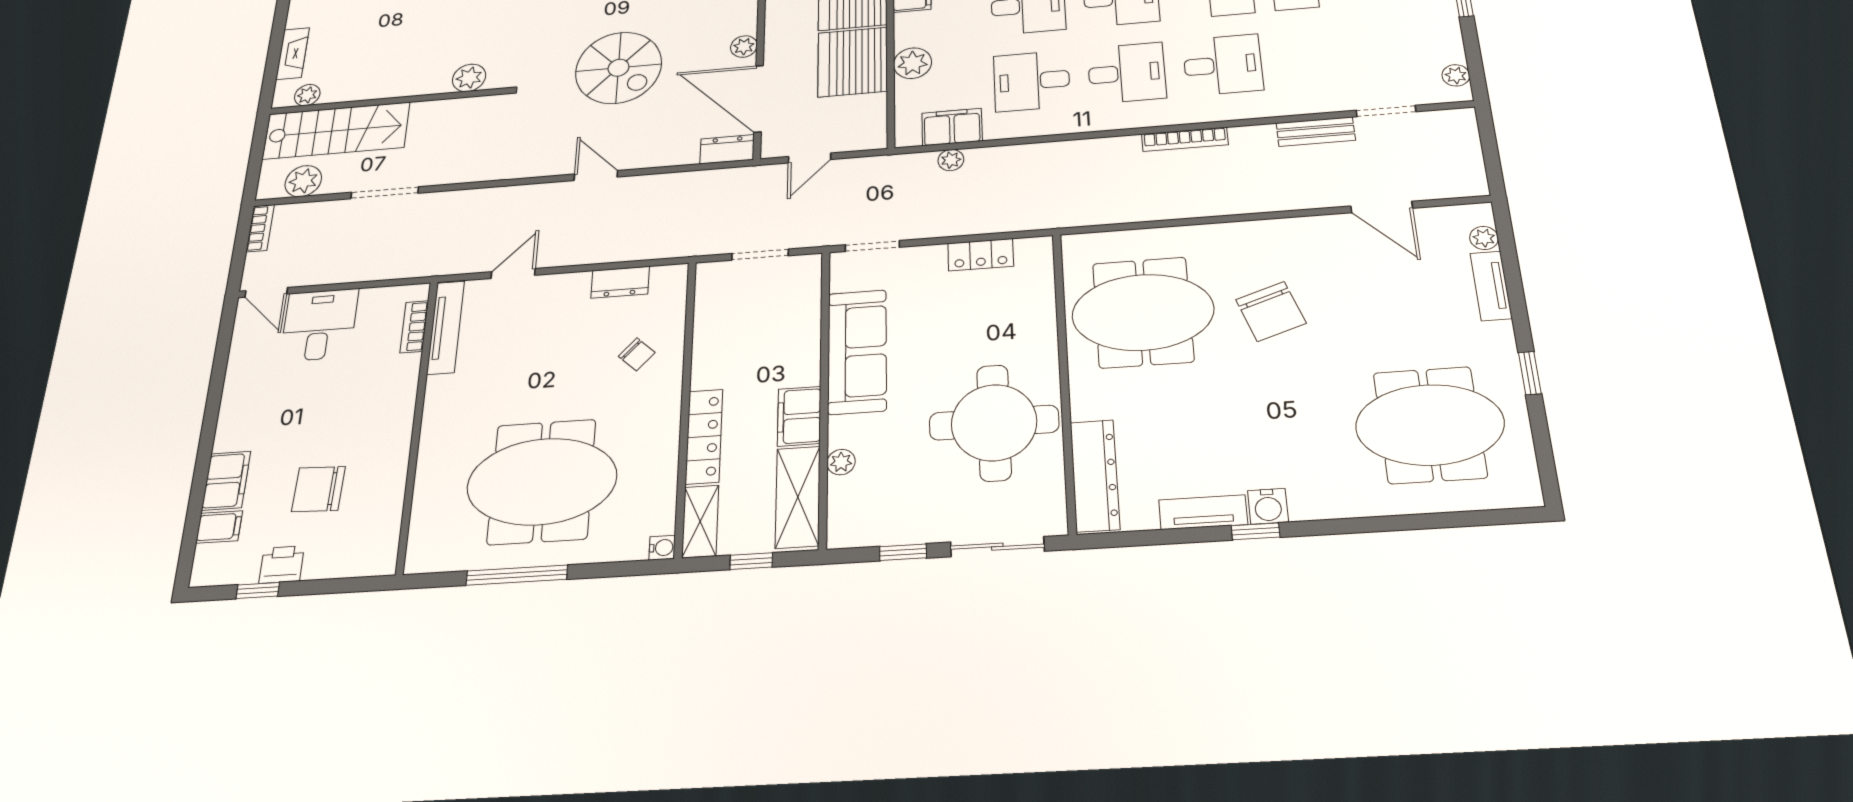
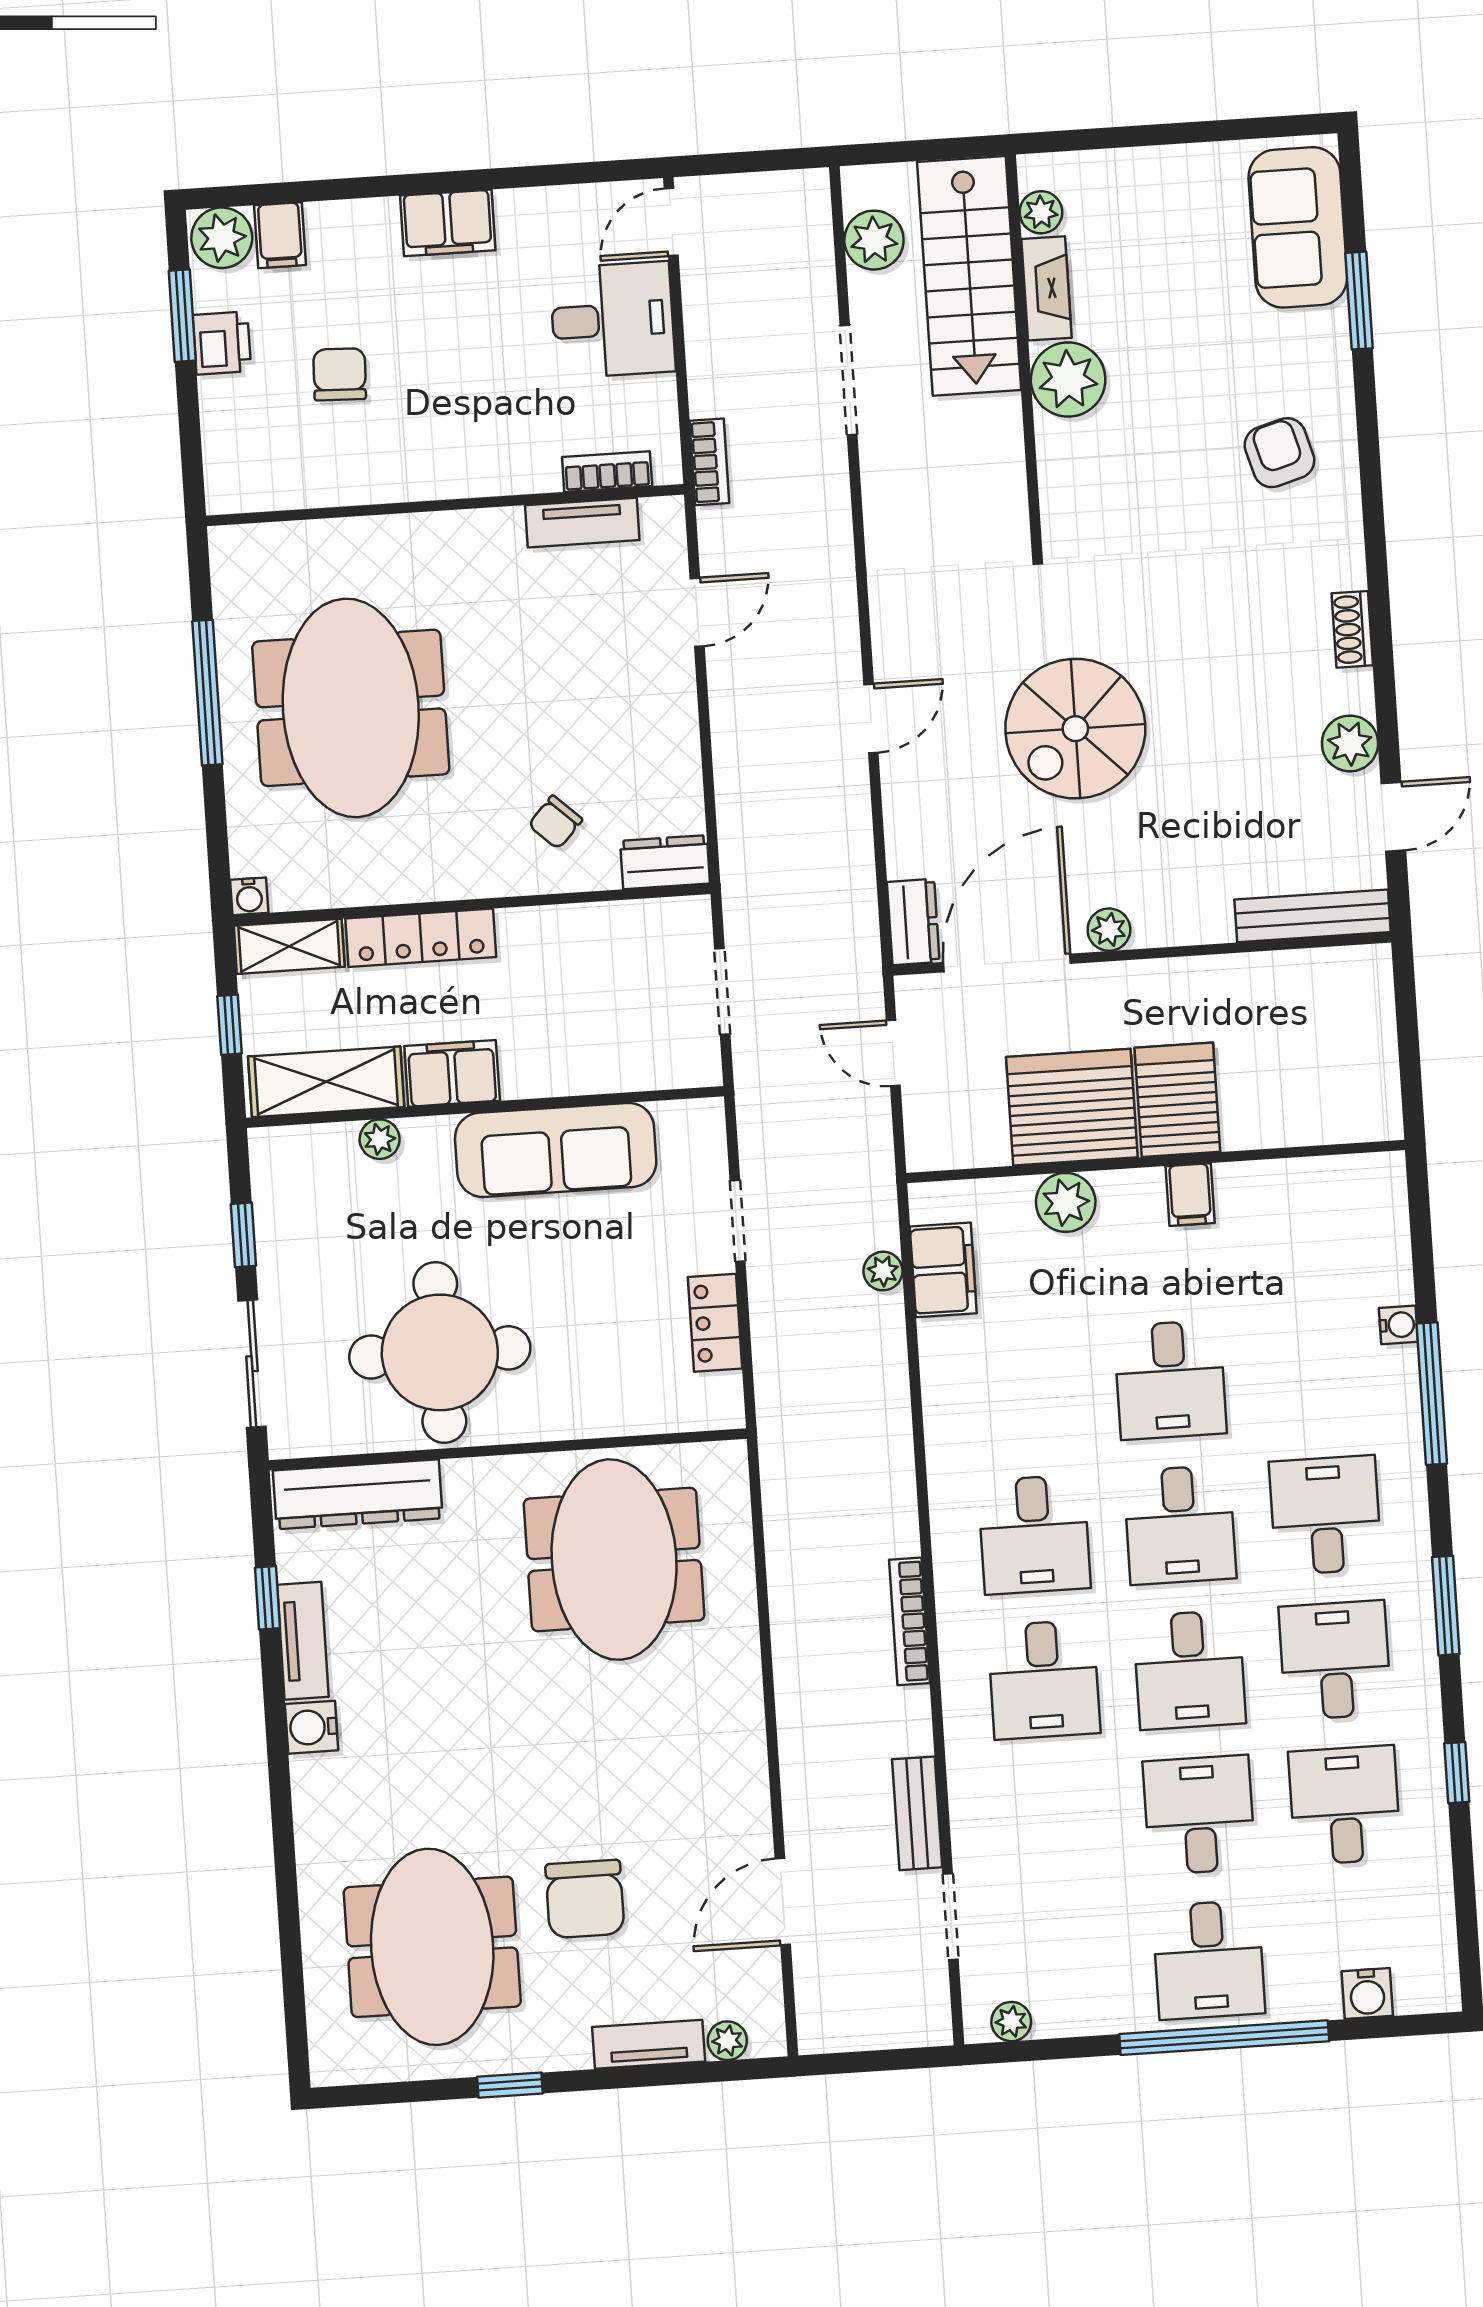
fireplace: (293, 54) -> (1047, 288), moved, turned -90
plant: (469, 78) -> (1068, 380), moved, width x1.36, depth x1.36
desk: (1032, 81) -> (1025, 1389), removed
bookcase: (260, 228) -> (709, 462), moved, turned -90
doorway: (872, 246) -> (738, 1221), moved
door: (513, 273) -> (697, 612), hinge flipped
dresser: (620, 282) -> (665, 862), moved, turned 90
chair: (1271, 311) -> (585, 1899), moved, turned -71
tv unit: (446, 327) -> (582, 523), width x0.71
filing cabinet: (226, 481) -> (448, 223), moved
chair: (318, 489) -> (340, 374), width x0.73, depth x0.73
window: (1256, 531) -> (267, 1598), moved
plant: (212, 564) -> (222, 238), added
window: (258, 591) -> (182, 316), width x1.50

